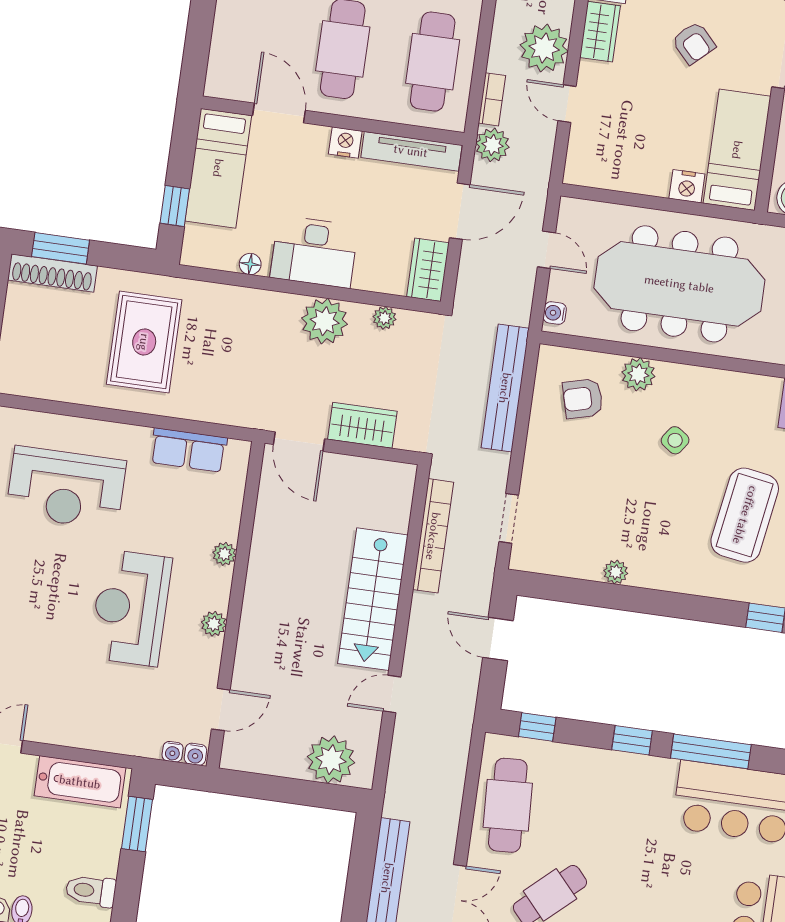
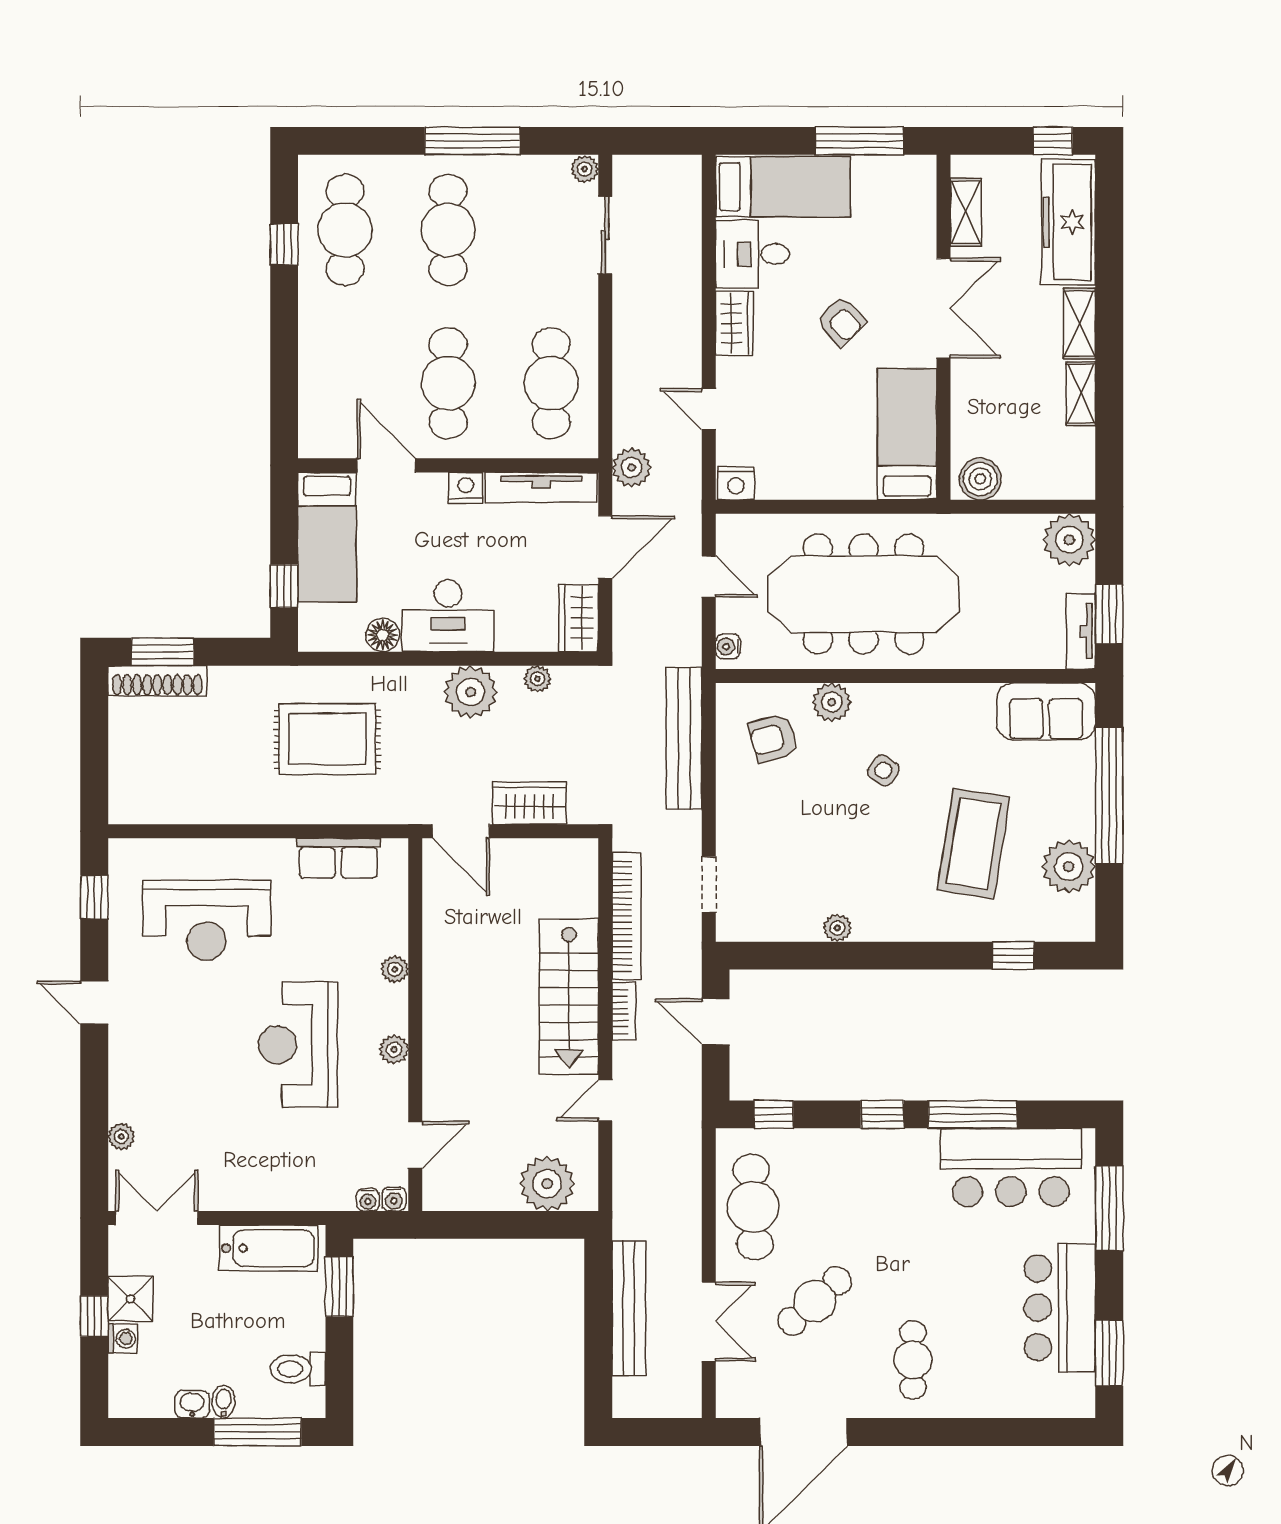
plant: (544, 48) -> (674, 350), removed
bookcase: (492, 99) -> (624, 1011), moved
nightstand: (687, 186) -> (736, 483), moved
floor lamp: (250, 264) -> (383, 635), width x1.37, depth x1.37
rug: (144, 342) -> (327, 739), moved, turned 90

